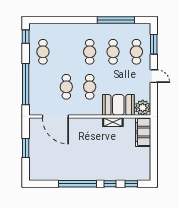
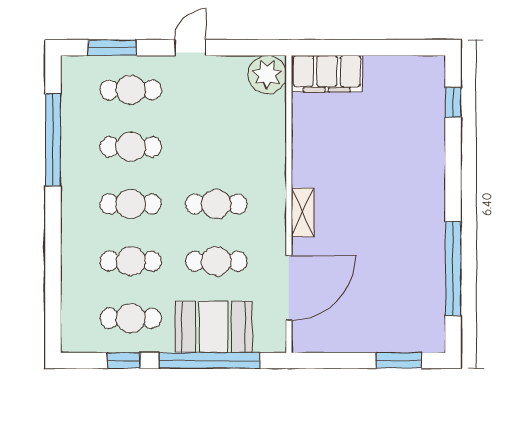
window: (26, 37) -> (124, 360), moved
cafe table: (66, 52) -> (131, 261), added
booth: (118, 105) -> (213, 327), moved, turned 90
shelving: (113, 122) -> (302, 212), moved
window: (26, 148) -> (399, 360), moved
window: (77, 184) -> (453, 269), moved
window: (110, 184) -> (453, 154), removed

